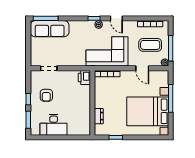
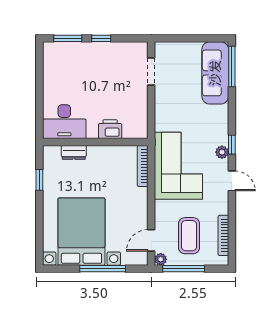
door: (116, 18) -> (232, 181), swing flipped
door: (142, 68) -> (151, 240), moved
printer: (84, 77) -> (110, 129), moved
armchair: (46, 95) -> (108, 68), removed
desk: (54, 125) -> (64, 122), moved, turned -90

